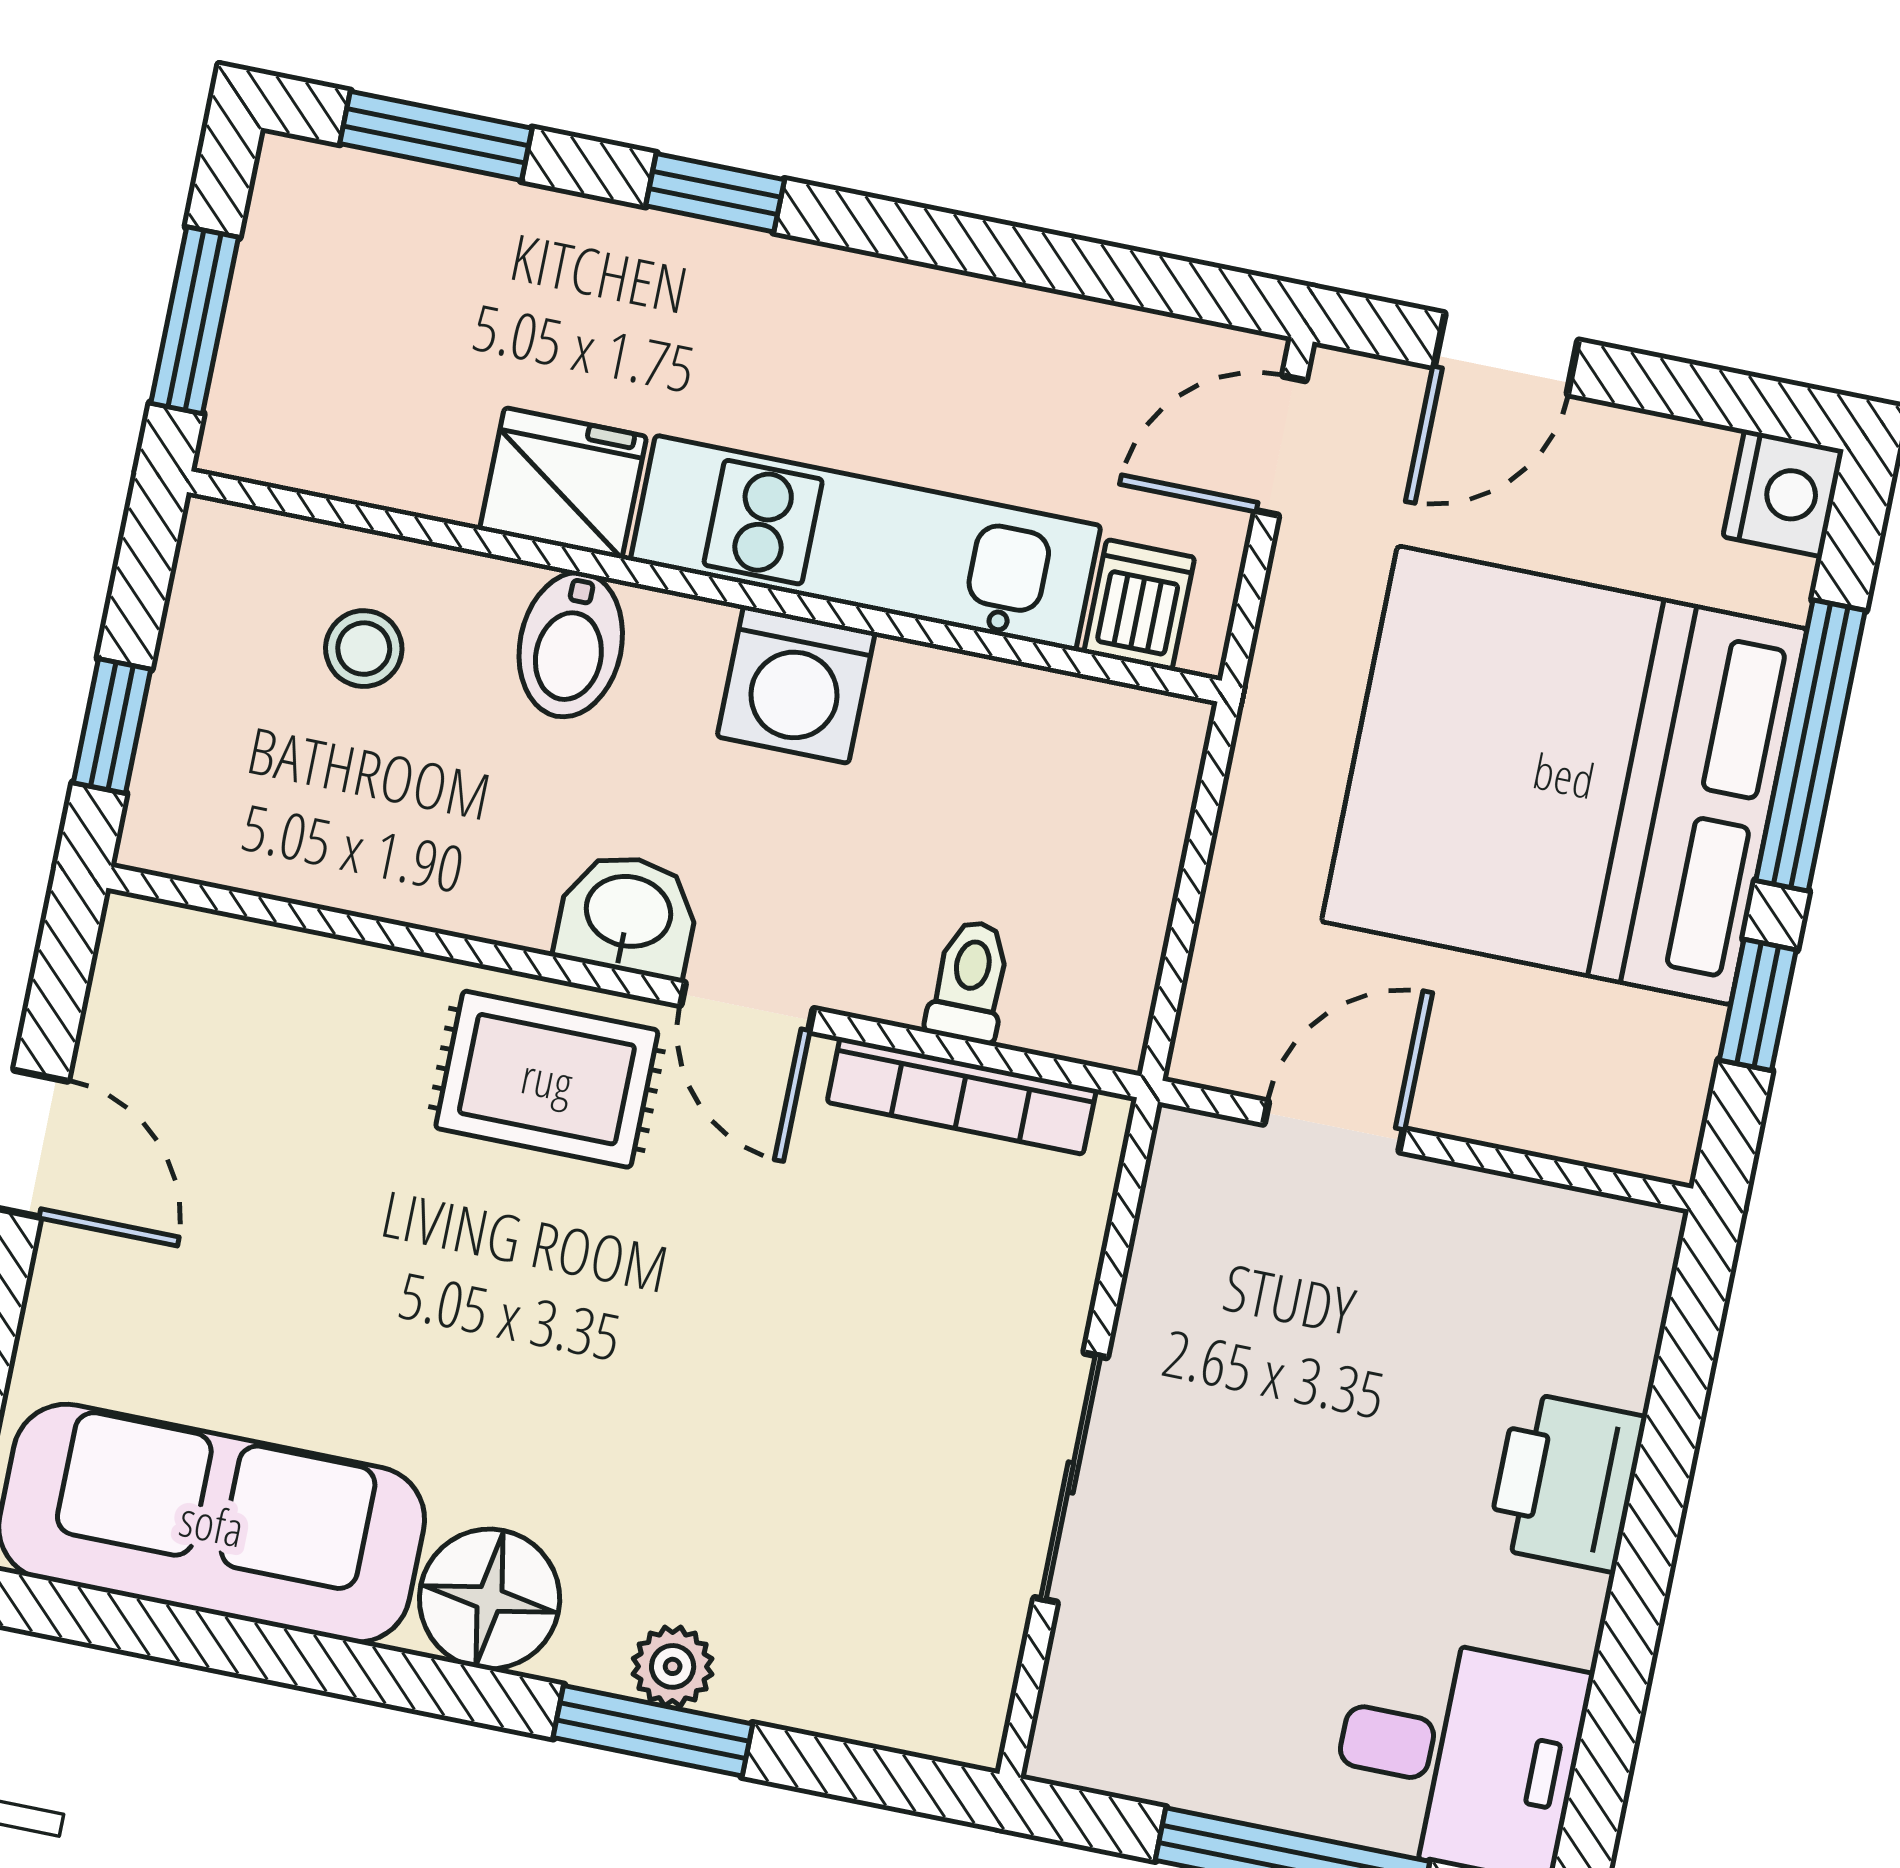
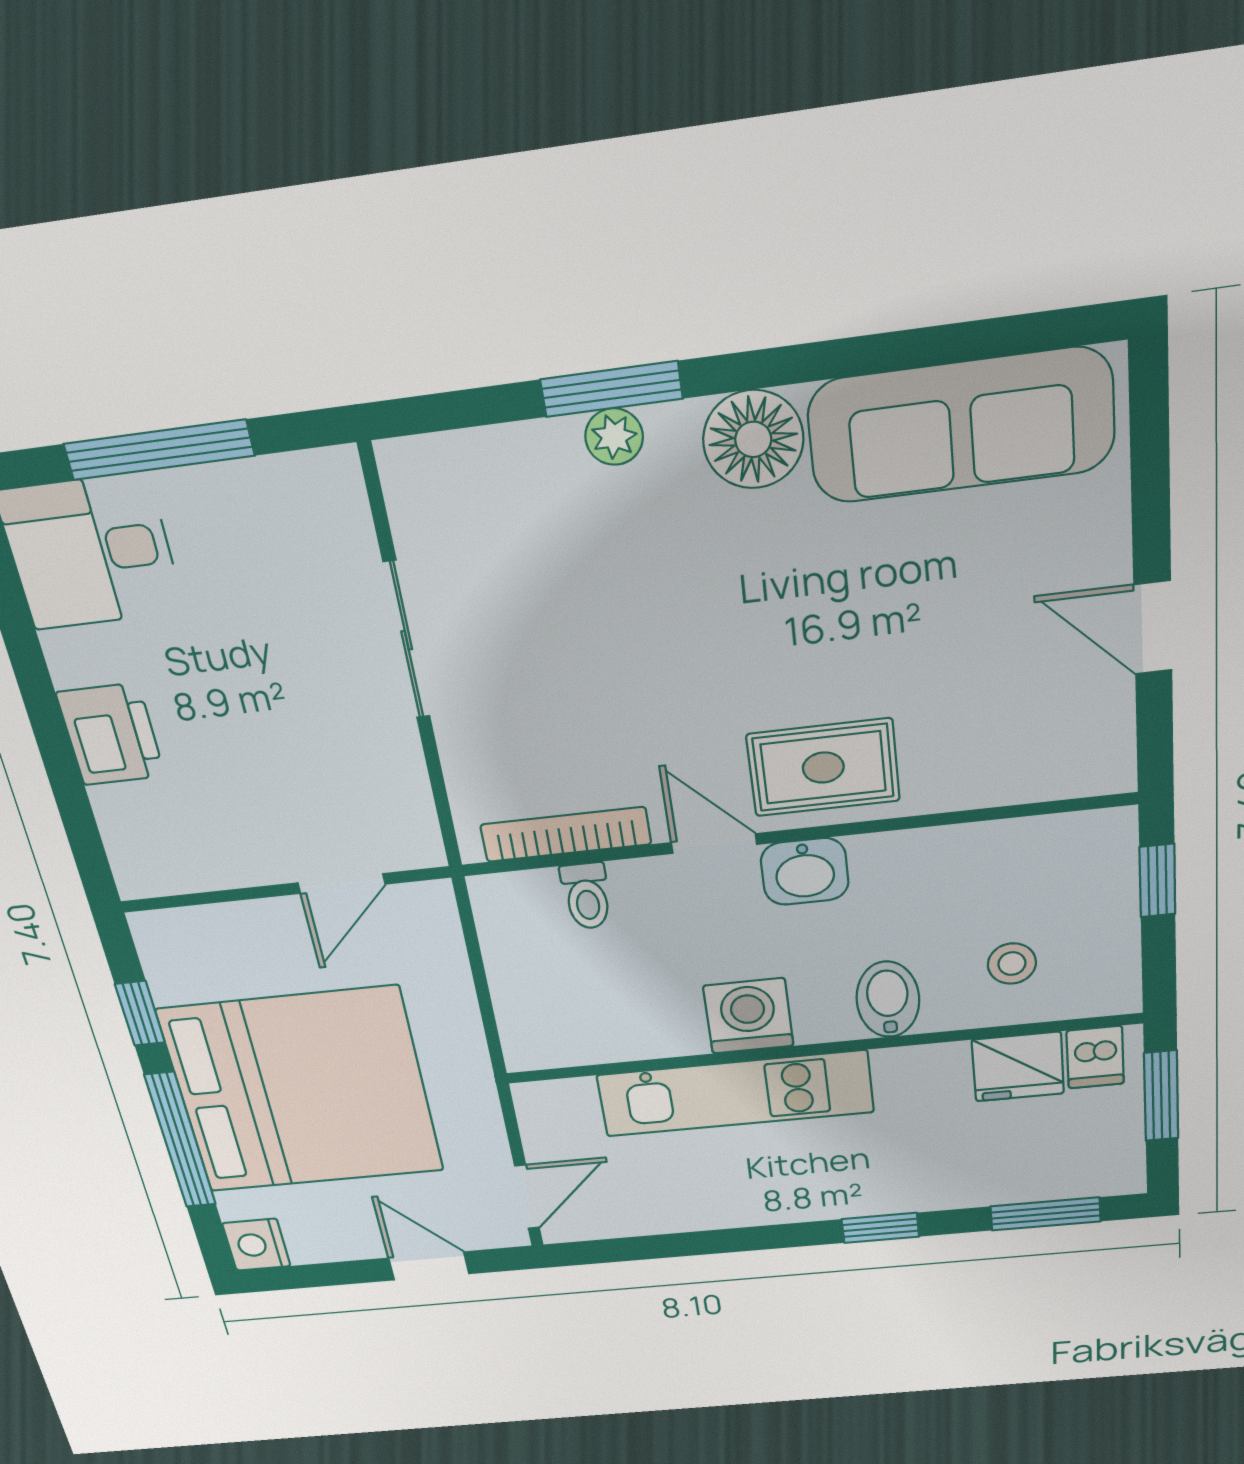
door: (1506, 354) -> (429, 1266), hinge flipped
fridge: (563, 483) -> (1018, 1067), moved
dishwasher: (1139, 605) -> (1095, 1057), moved

